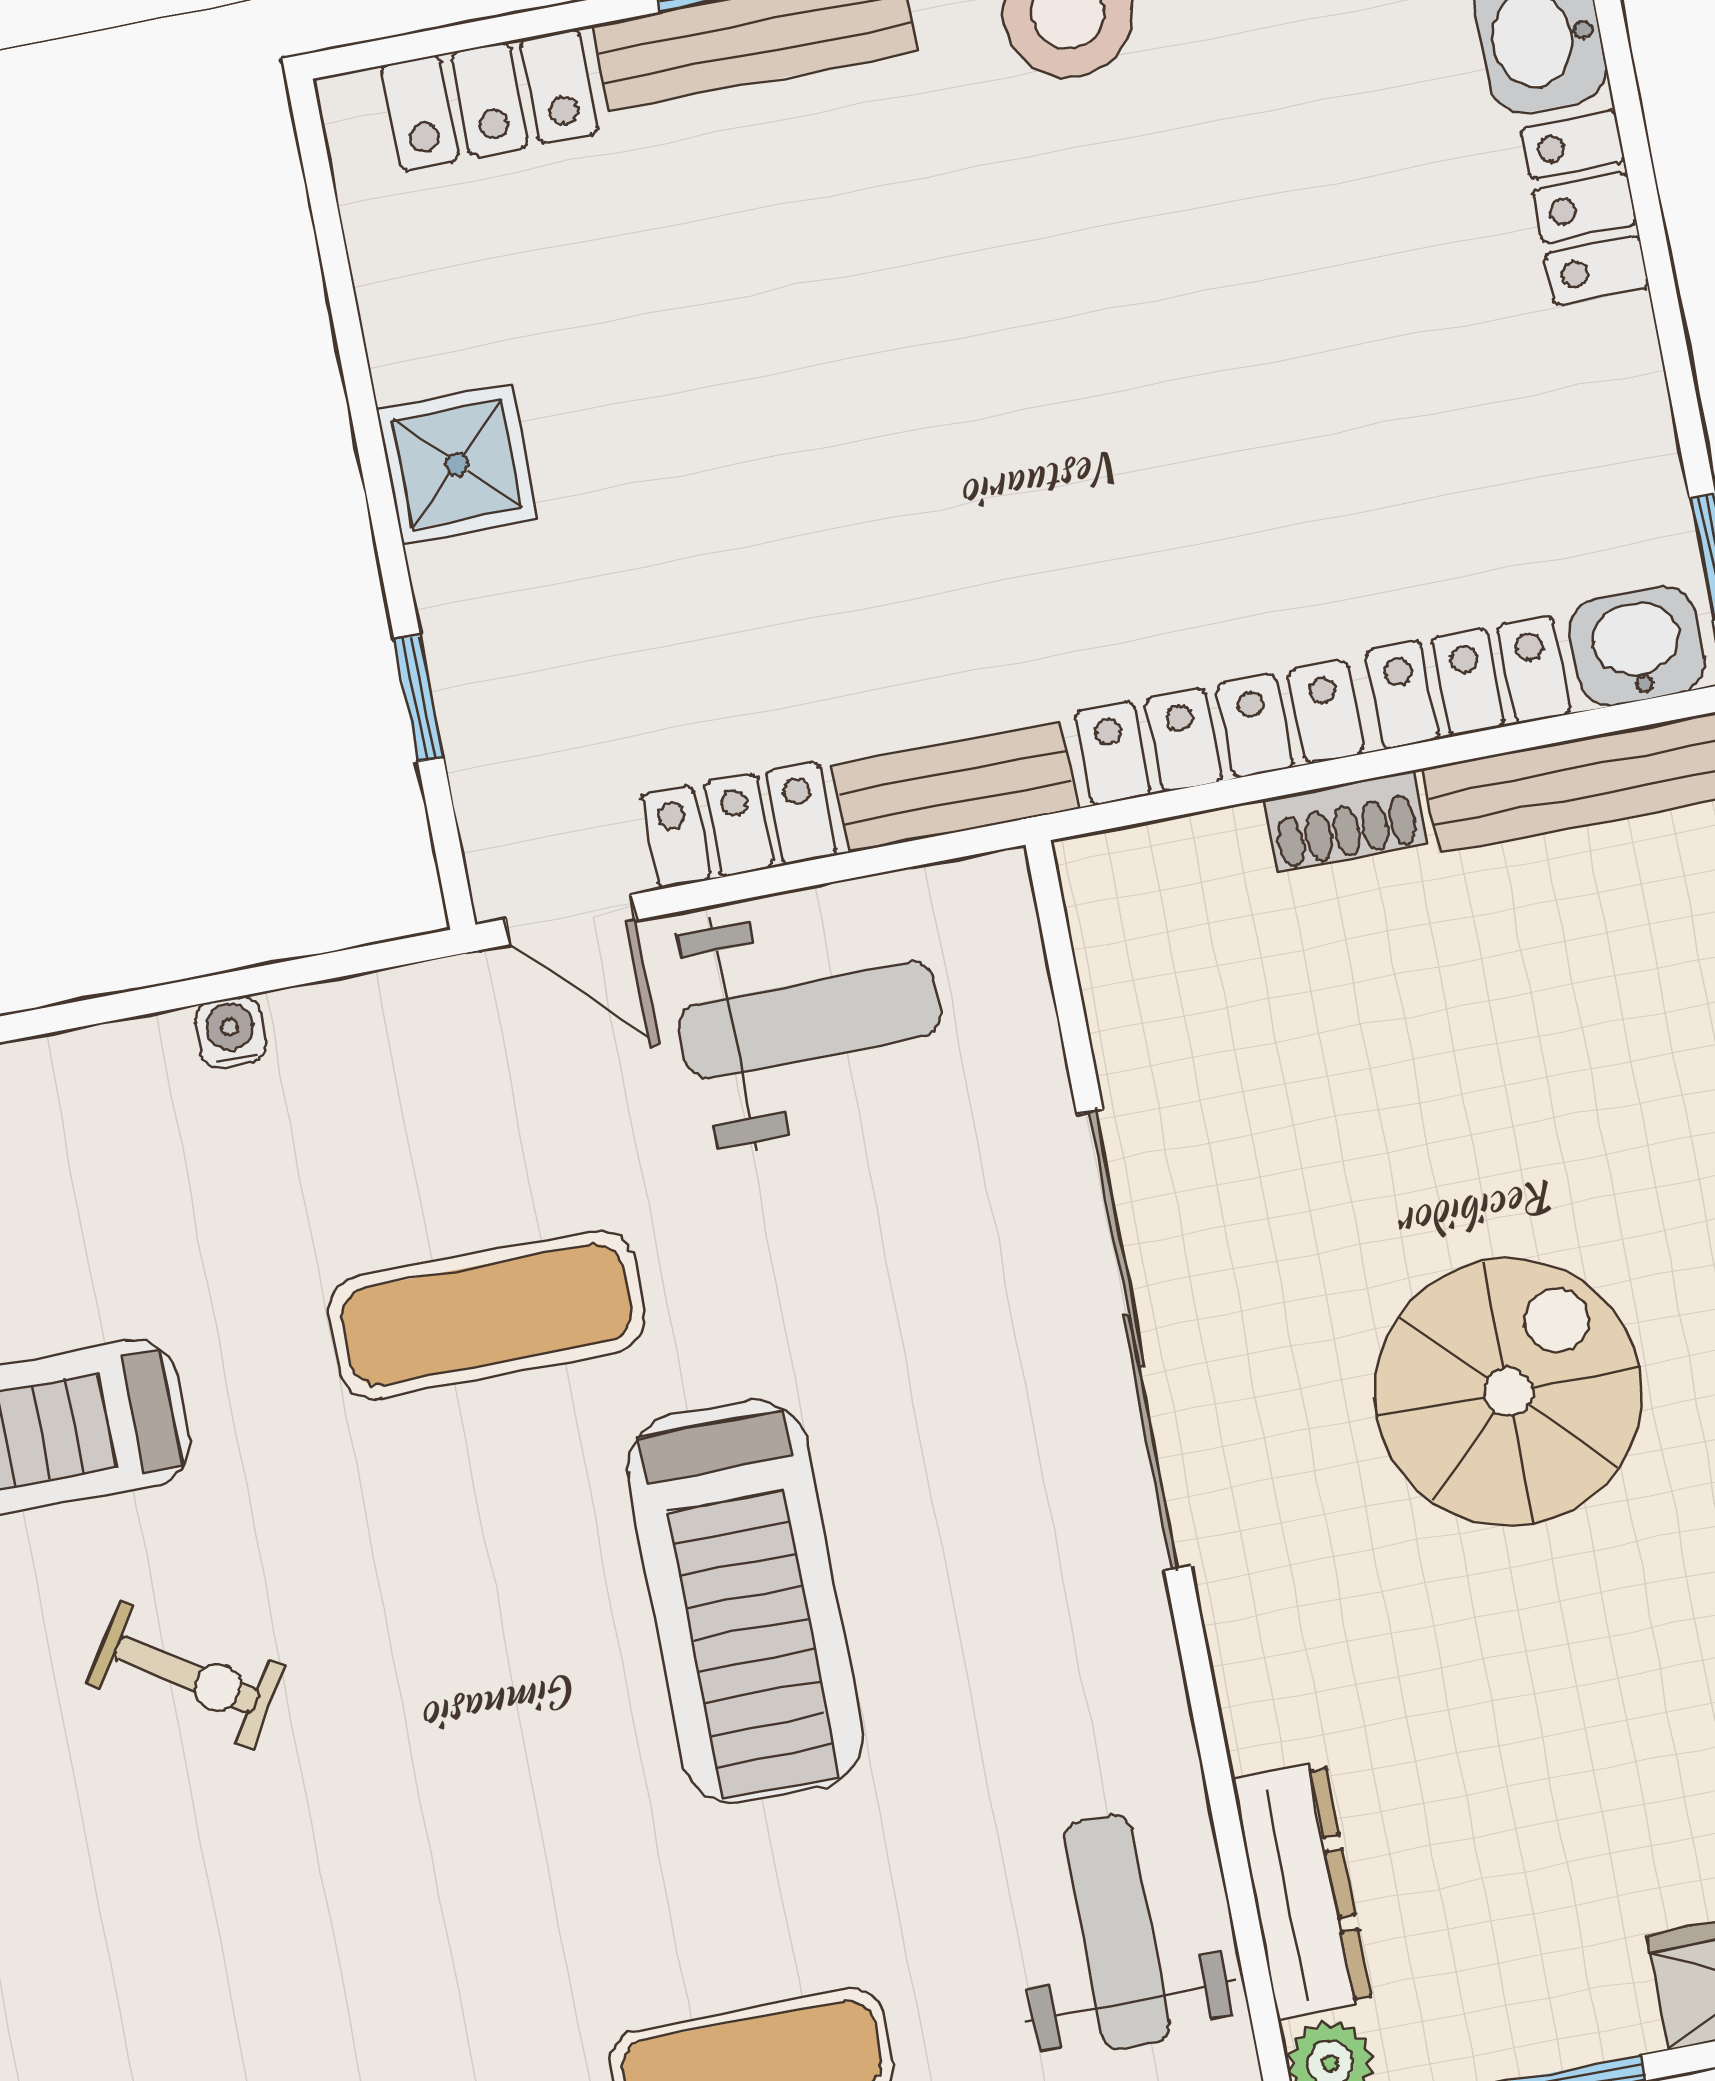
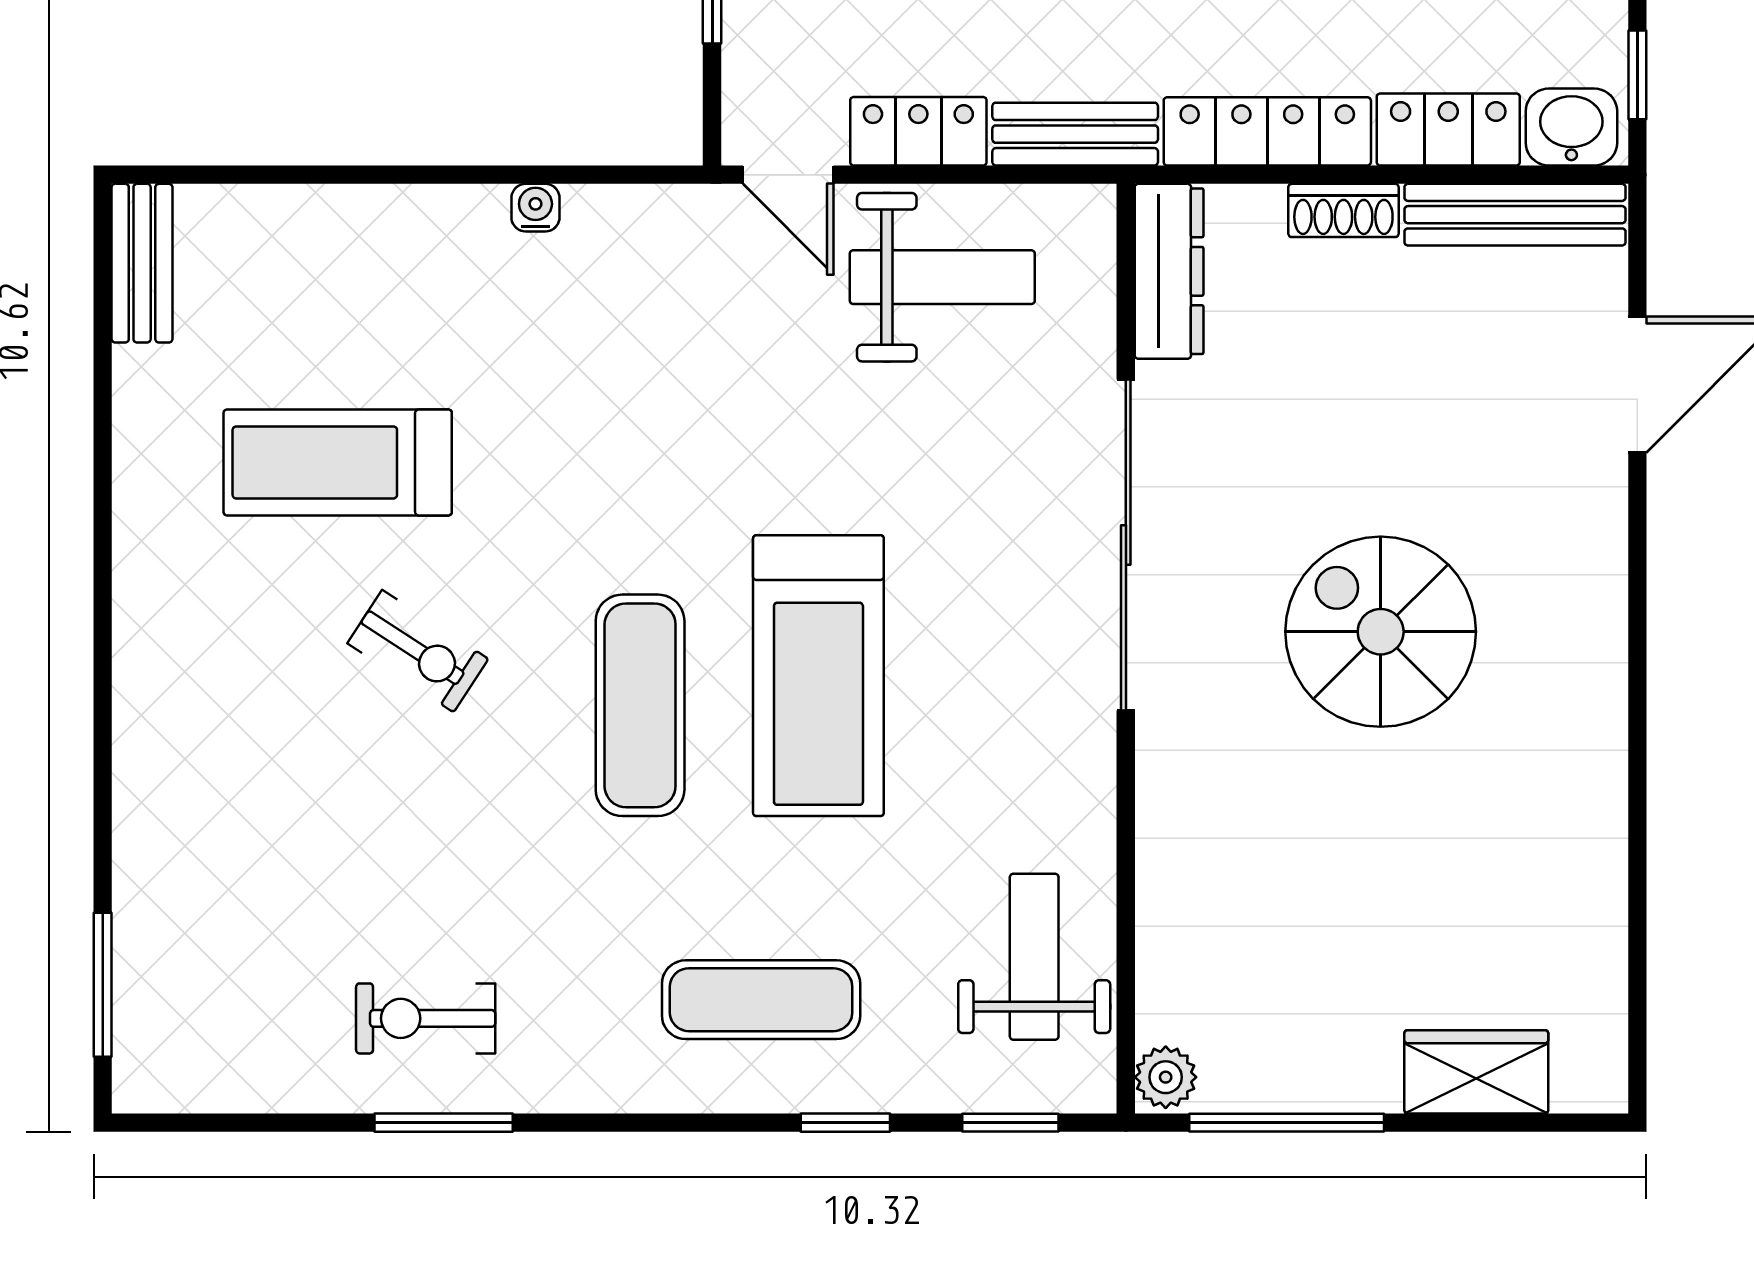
exercise mat: (486, 1315) -> (640, 705), moved, turned 90
spiral stairs: (1508, 1392) -> (1381, 632), turned -90
dresser: (1302, 1891) -> (1169, 271), moved

